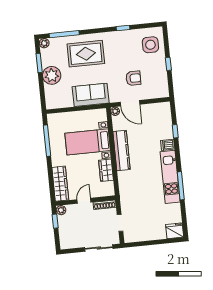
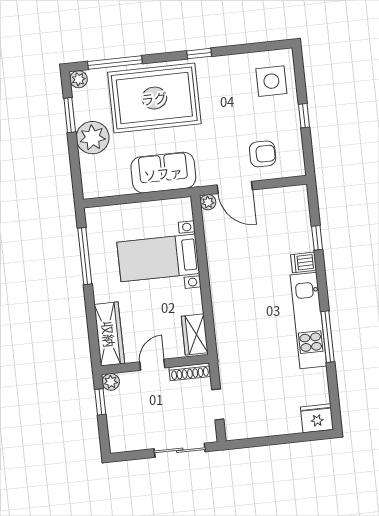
window: (123, 28) -> (199, 54), moved
rug: (86, 54) -> (154, 98), width x1.37, depth x1.44
armchair: (133, 78) -> (263, 154), moved
kitchen counter: (121, 150) -> (220, 273), removed
wardrobe: (106, 170) -> (195, 334), moved

